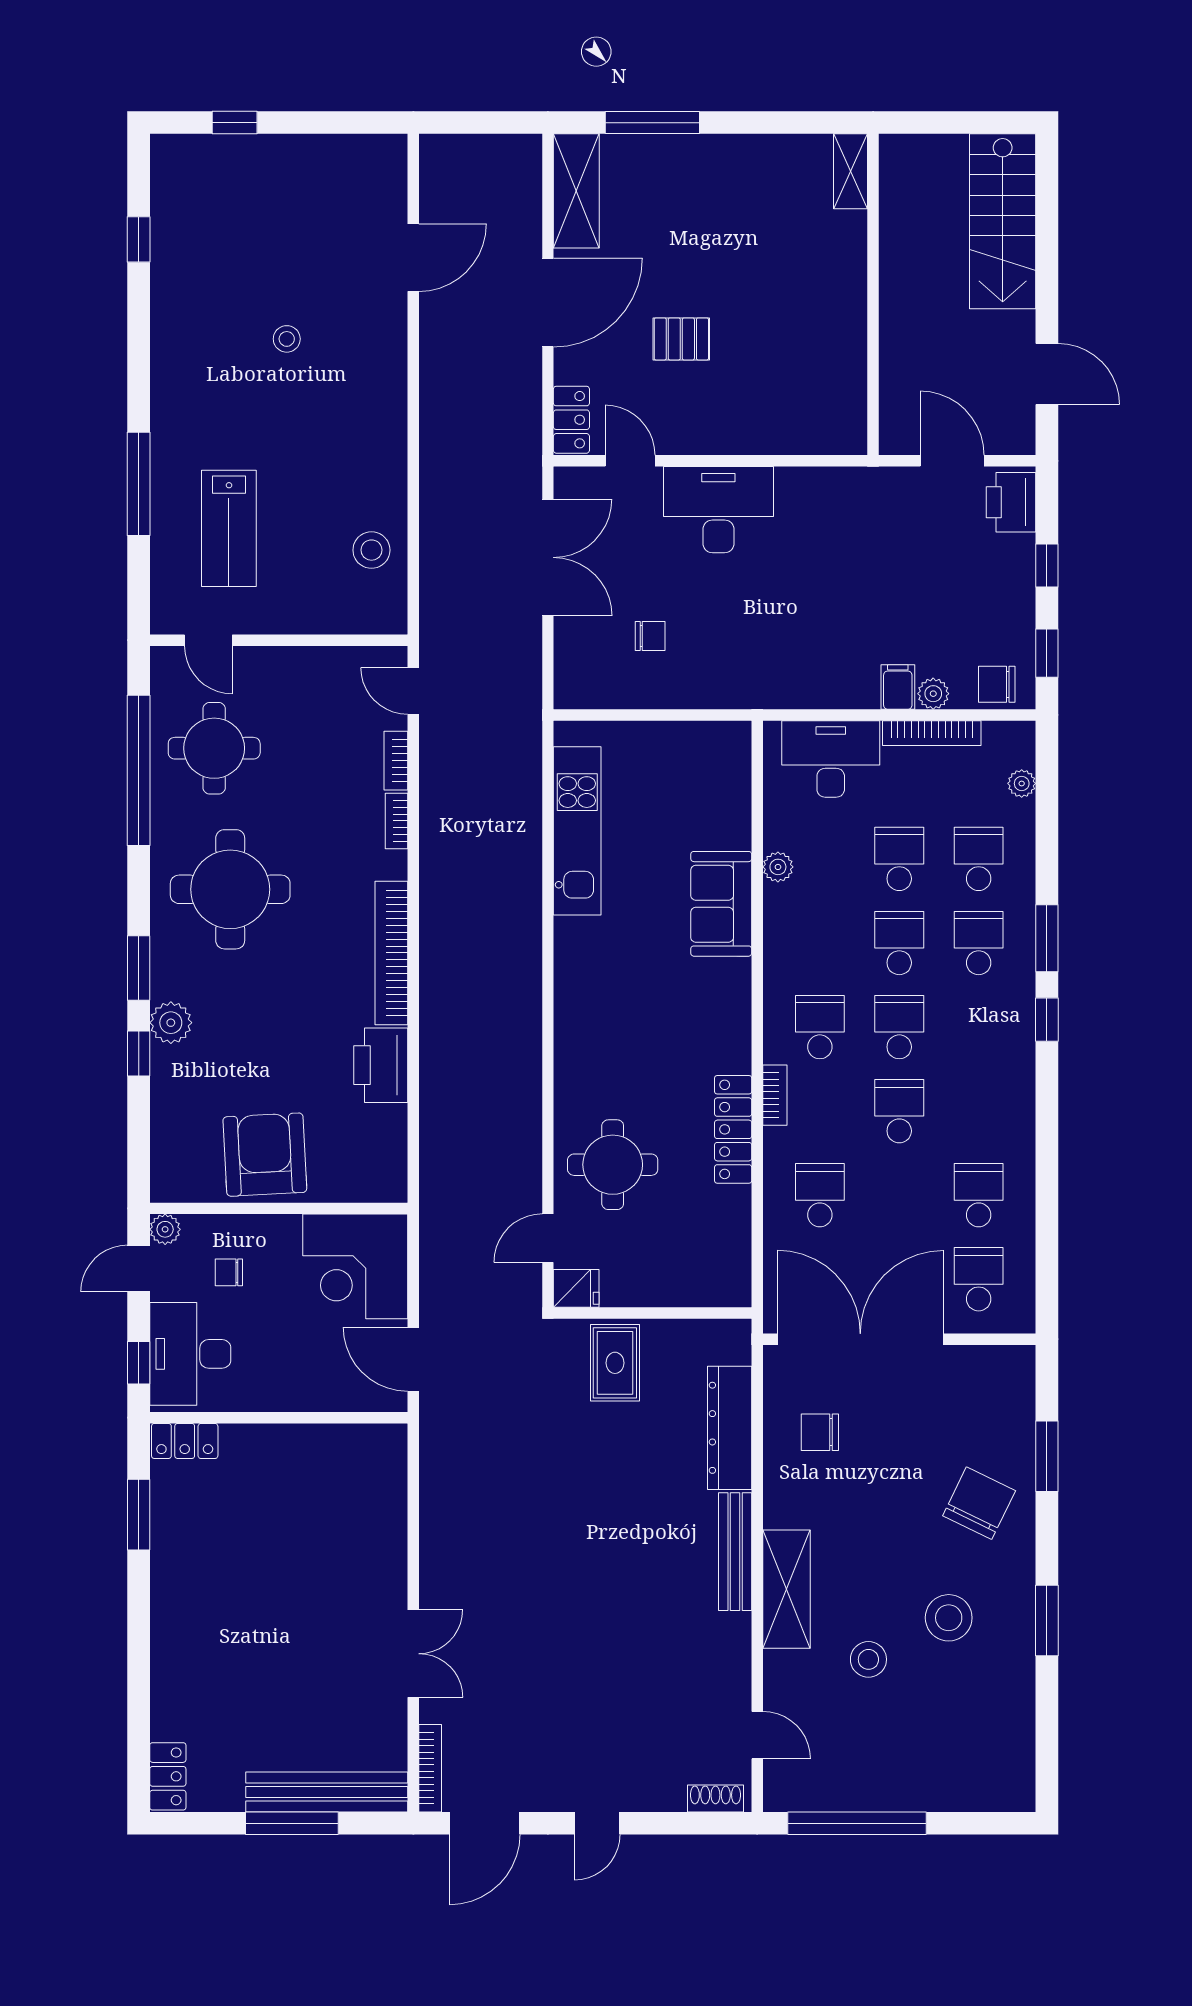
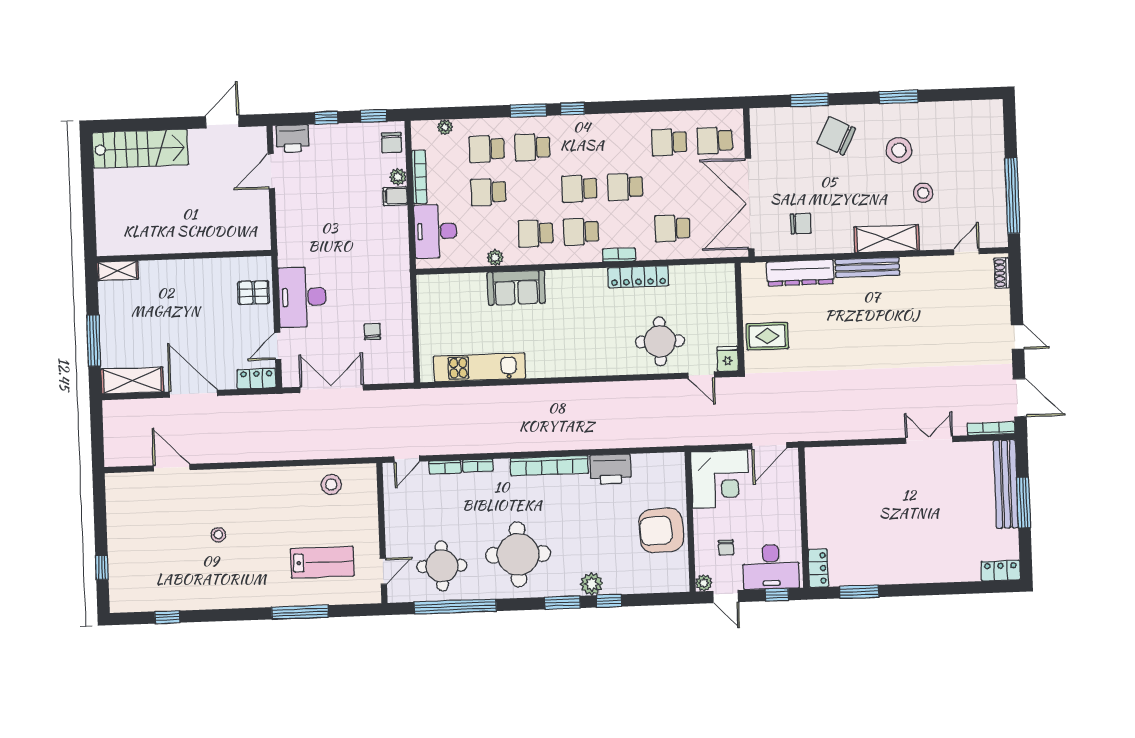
shelving: (851, 171) -> (118, 271), moved
wall: (873, 294) -> (184, 256), moved
pallet: (681, 339) -> (254, 293), moved, turned 90
school desk: (899, 943) -> (535, 233), moved
chair: (820, 1432) -> (801, 224), turned -90

